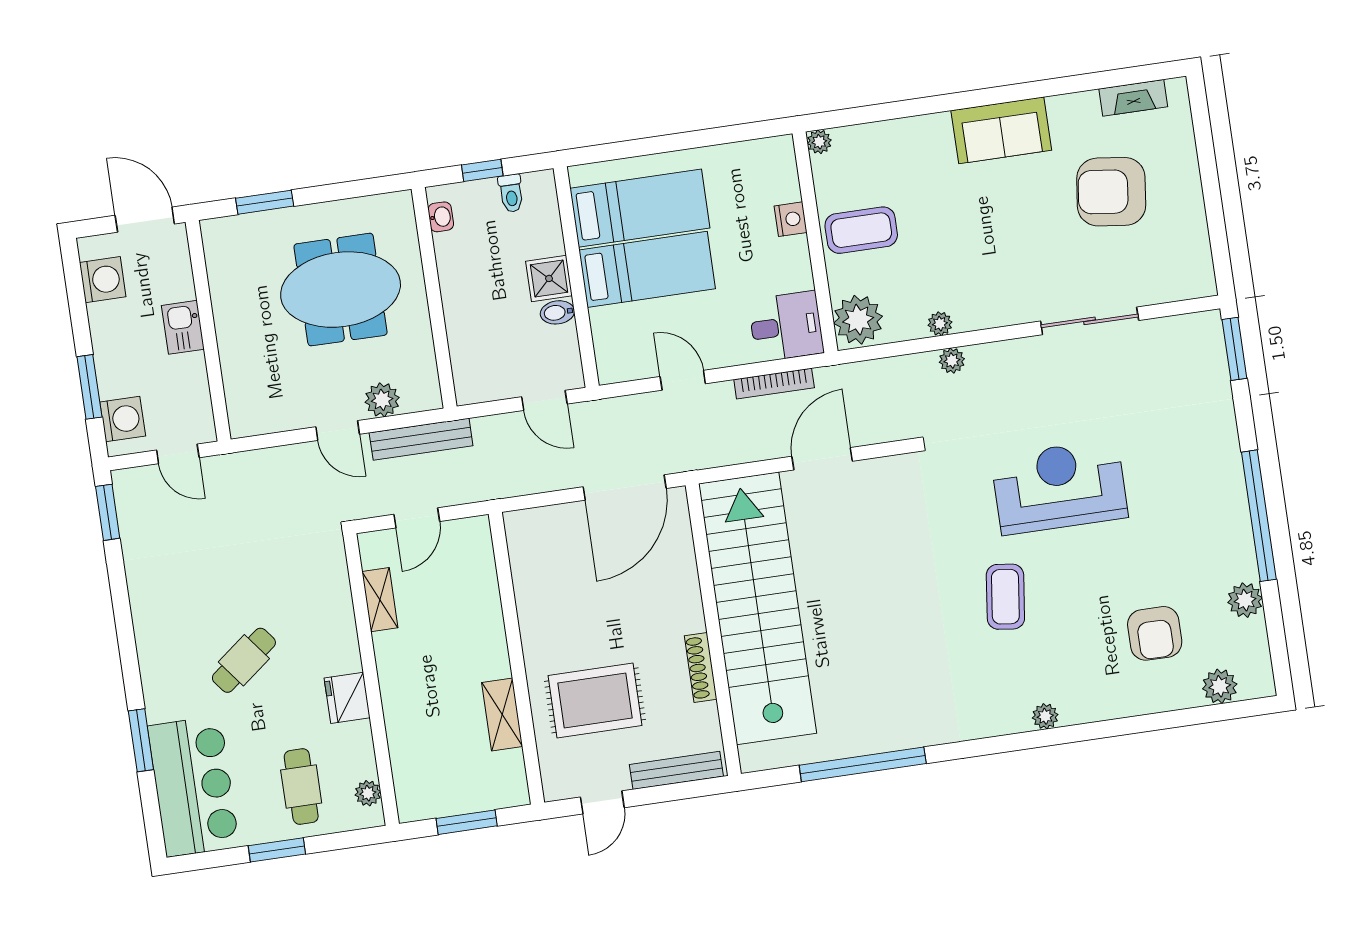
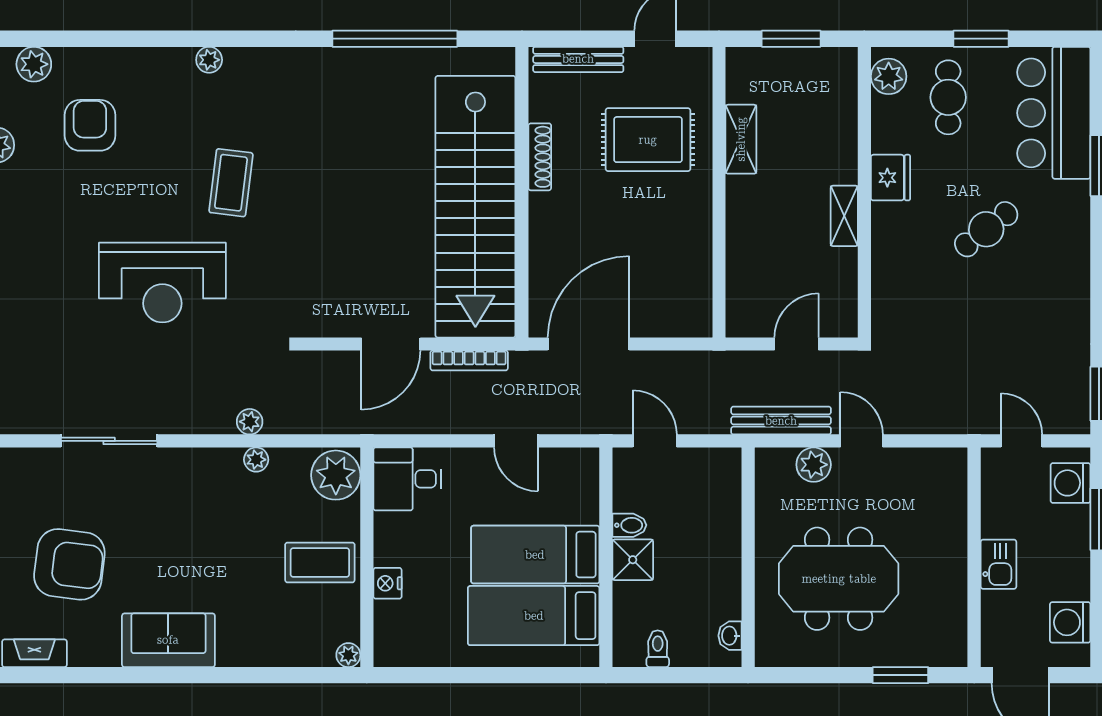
window: (482, 170) -> (683, 675), removed
bookcase: (774, 384) -> (469, 360), moved, turned 180
shelving: (380, 600) -> (844, 216), moved
plant: (368, 793) -> (889, 76), width x1.38, depth x1.38

